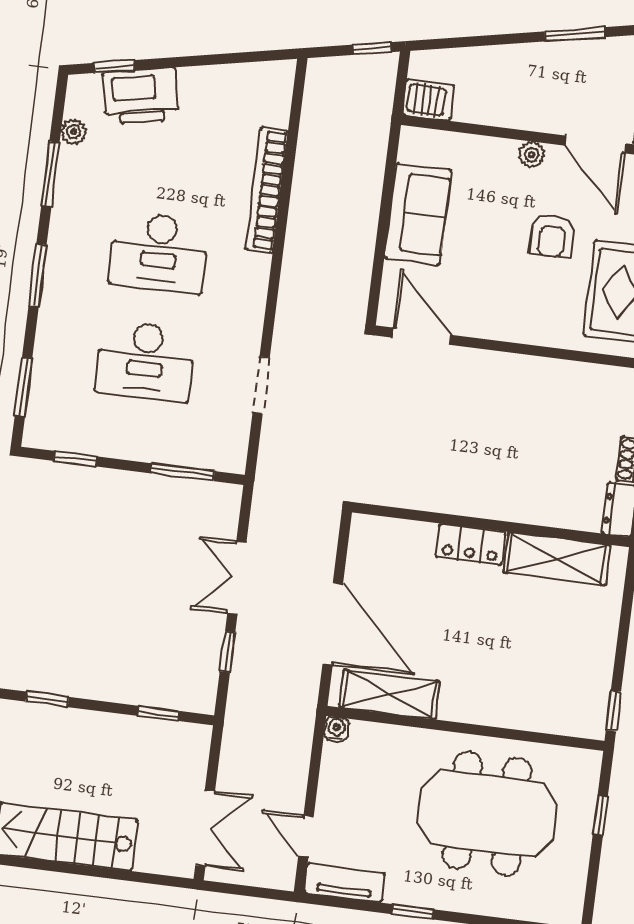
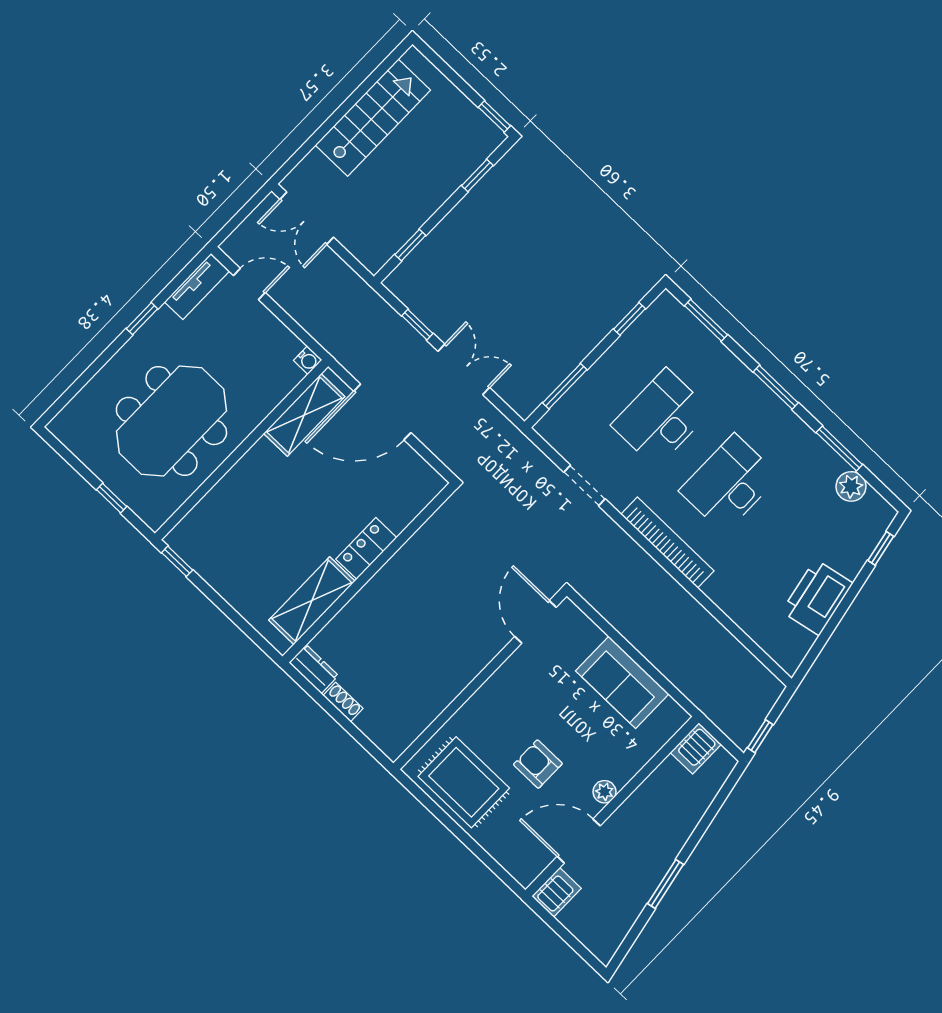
printer: (141, 96) -> (817, 597), moved
plant: (73, 132) -> (851, 486), width x1.38, depth x1.38
bookcase: (267, 190) -> (667, 543), moved
door: (422, 336) -> (536, 622), swing flipped

